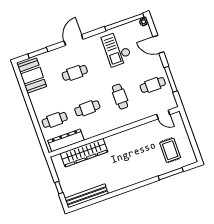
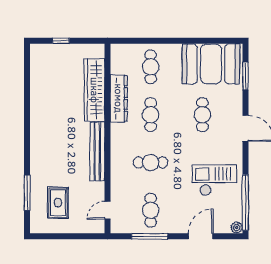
booth: (32, 76) -> (211, 64), width x1.36, depth x1.42
dresser: (66, 140) -> (119, 98), moved
rug: (170, 150) -> (58, 203), turned 90
bench: (87, 196) -> (97, 152), moved

